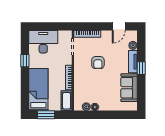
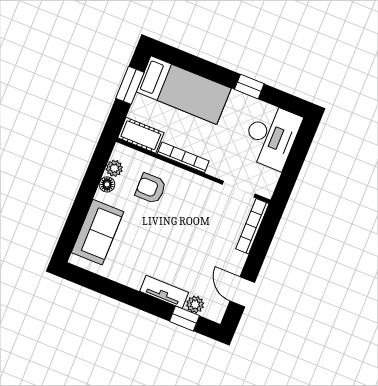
armchair: (98, 63) -> (151, 188), moved
window: (141, 68) -> (184, 319), moved
sofa: (129, 88) -> (98, 232), moved, turned 90

